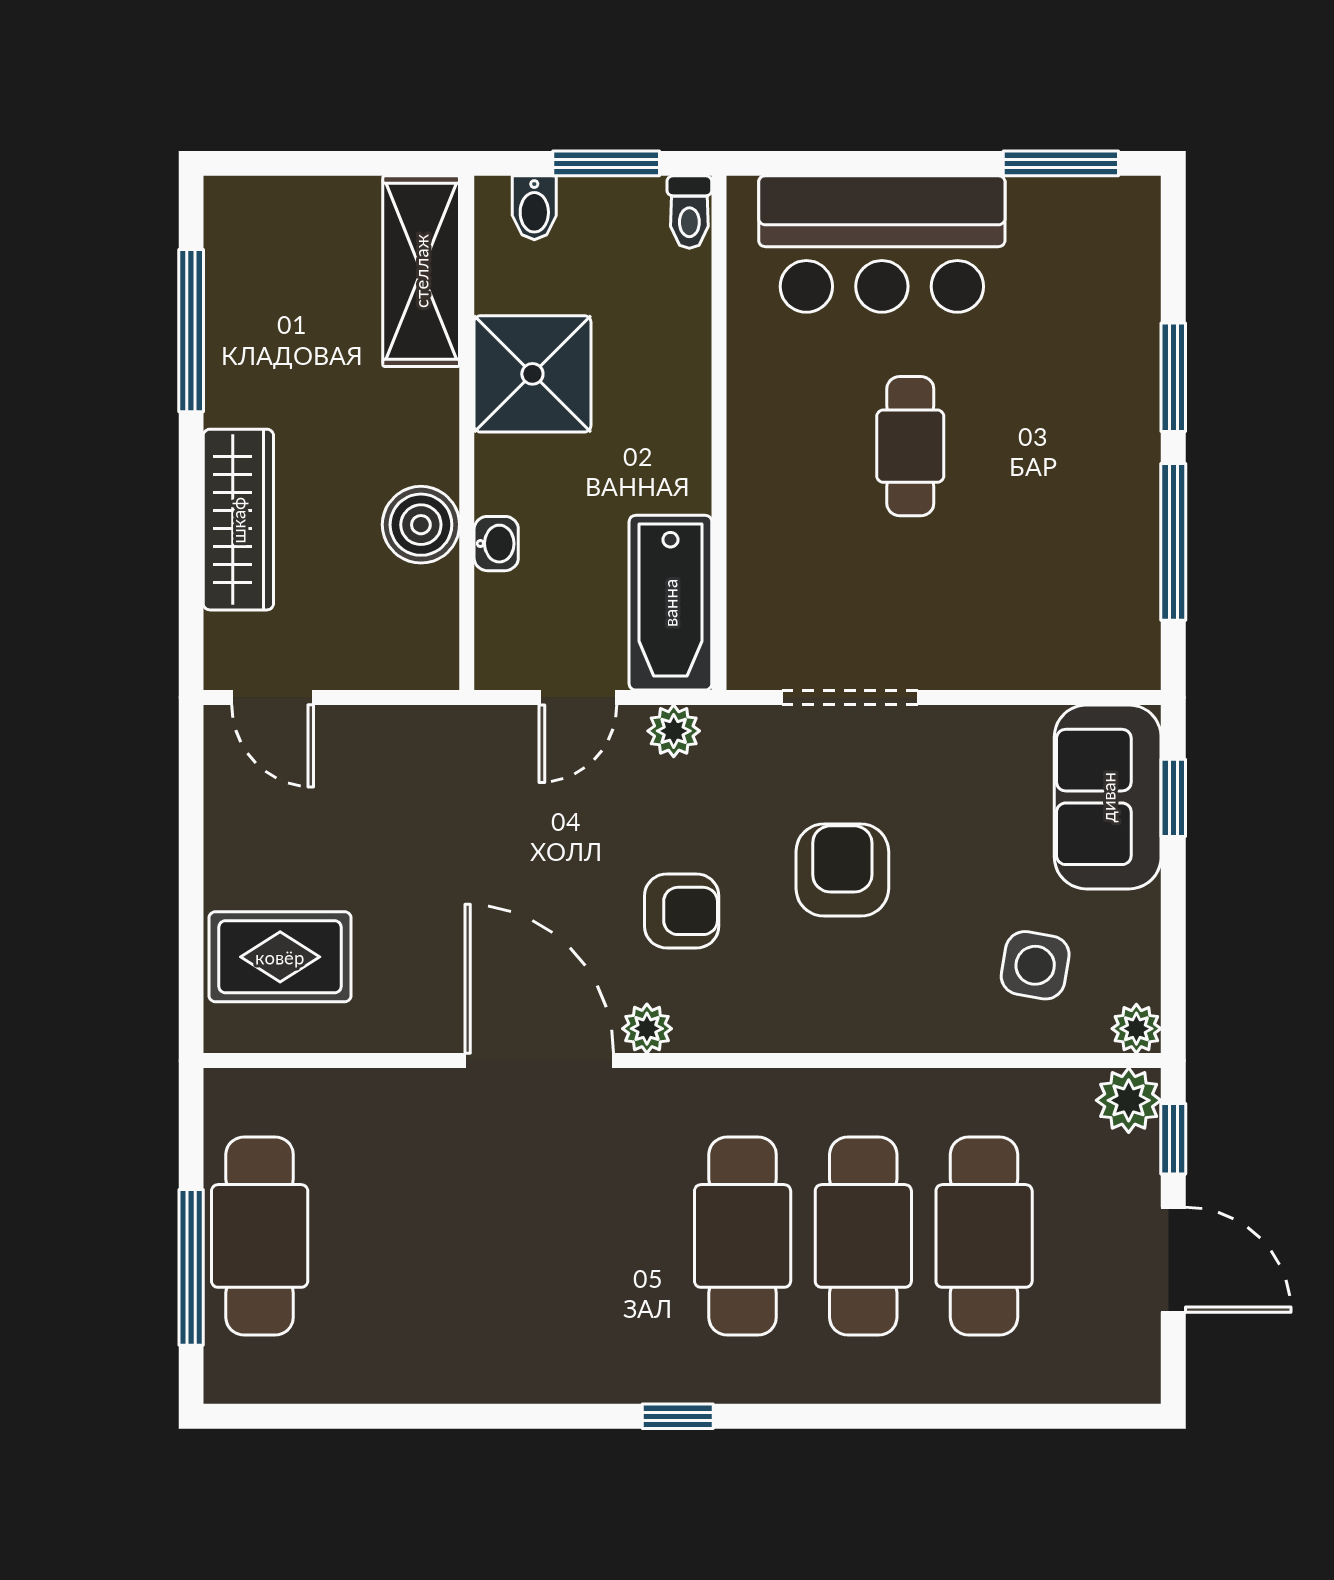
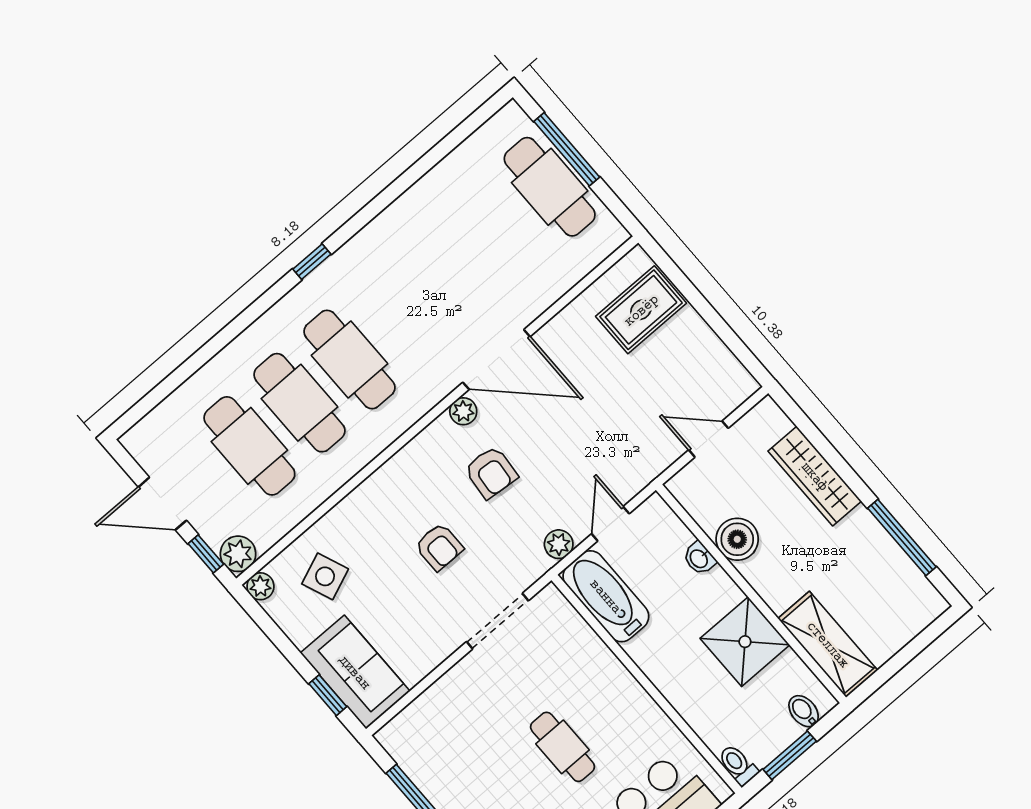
door: (273, 698) -> (708, 439), moved
armchair: (842, 870) -> (439, 547), width x0.72, depth x0.72
armchair: (682, 911) -> (491, 472), turned -85
side table: (1035, 965) -> (325, 576), turned -32

